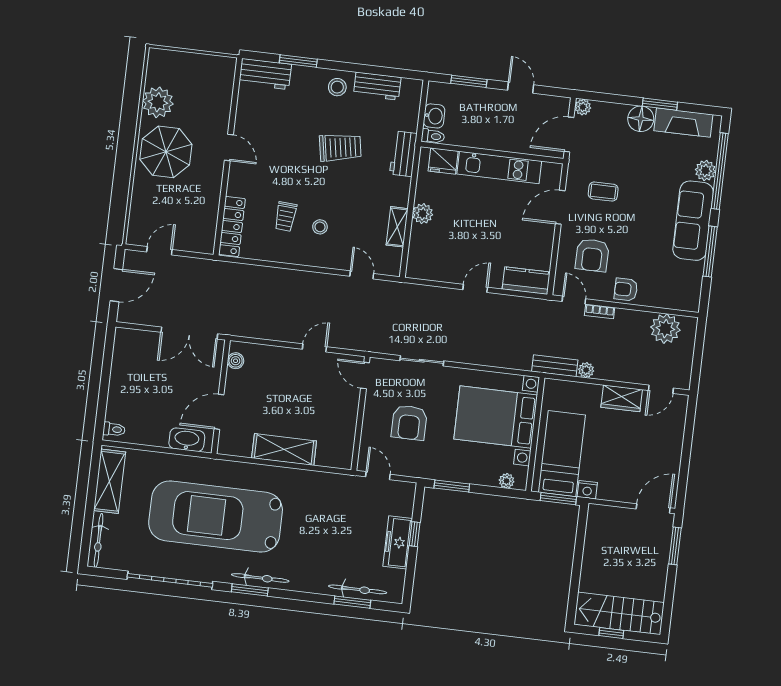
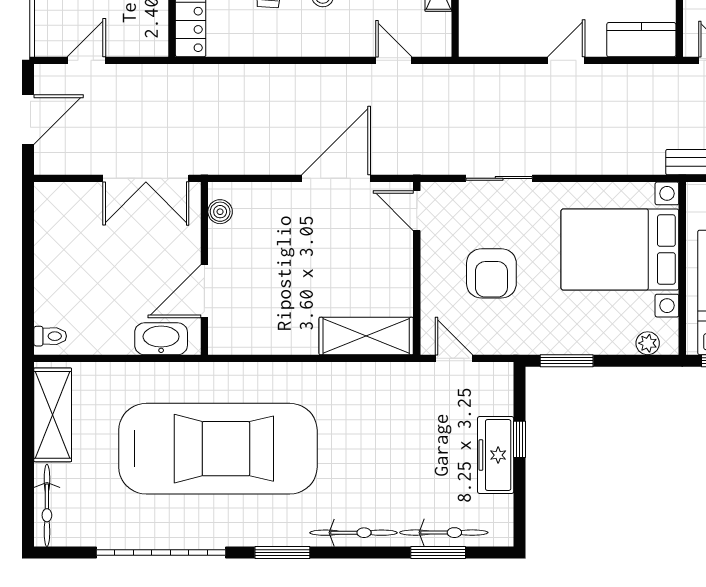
door: (314, 348) -> (336, 178), width x1.88
shelving: (284, 449) -> (366, 336), moved
car: (216, 517) -> (218, 449), turned 180
bicycle: (260, 578) -> (354, 533), moved

